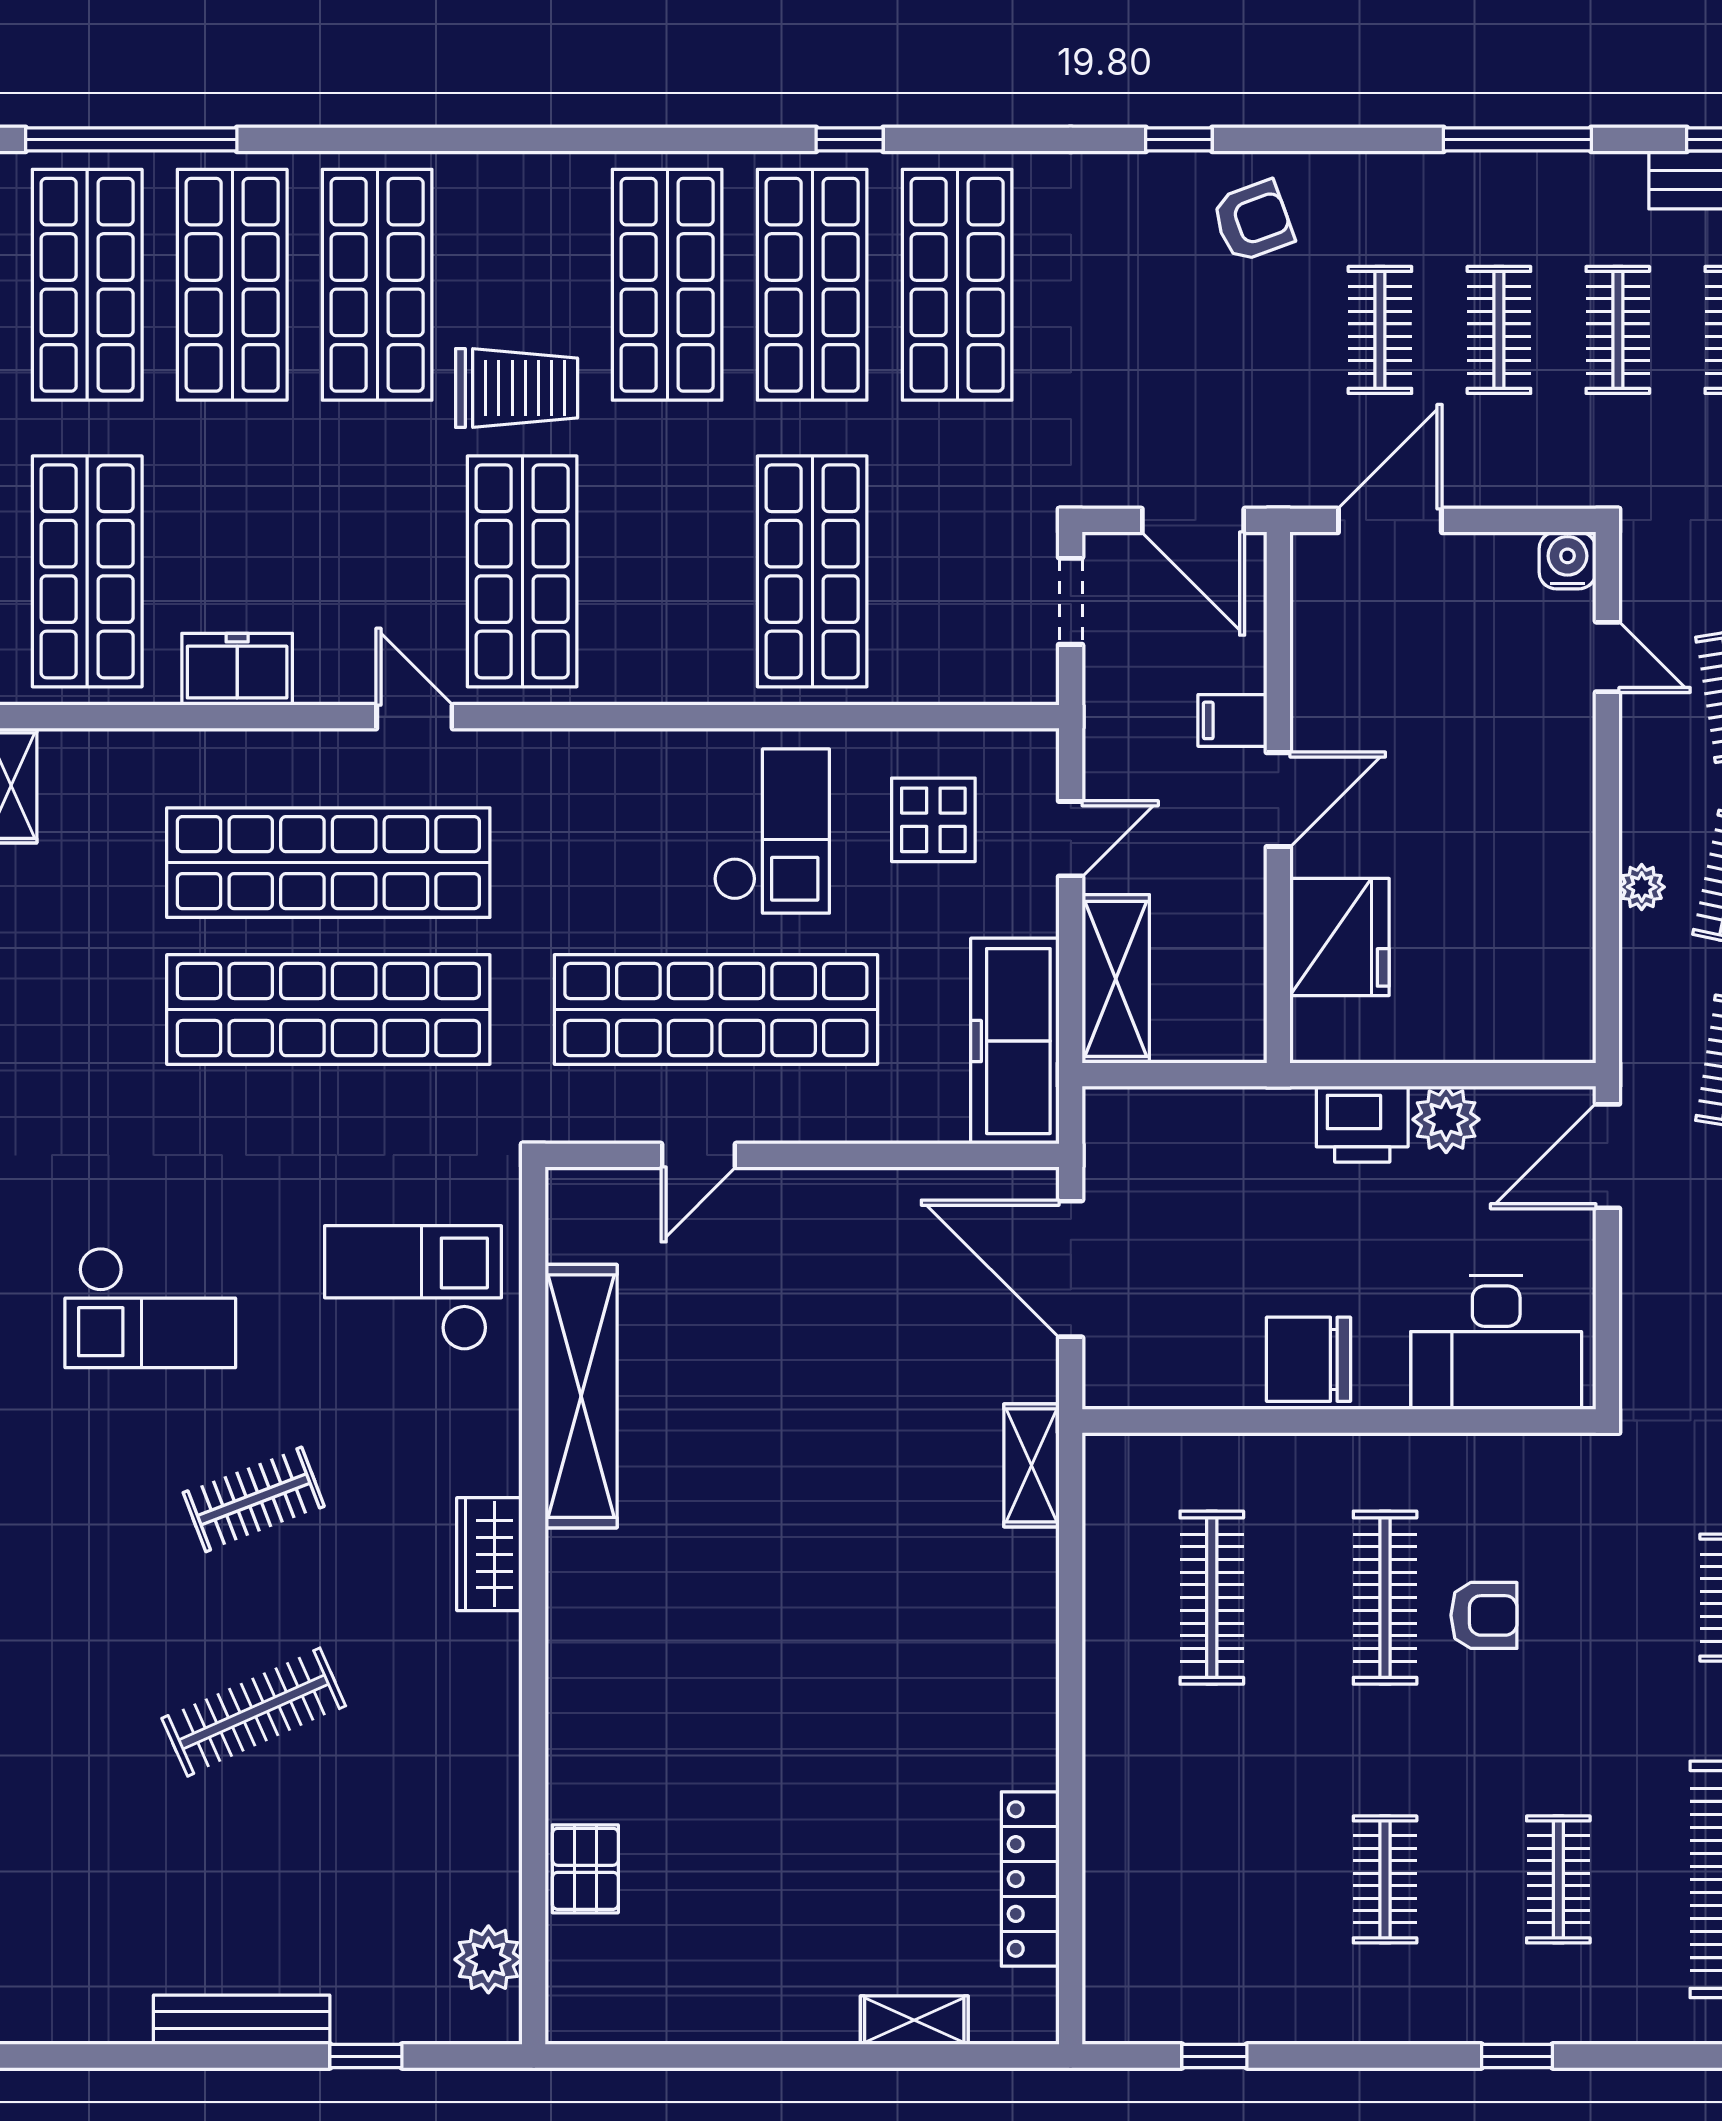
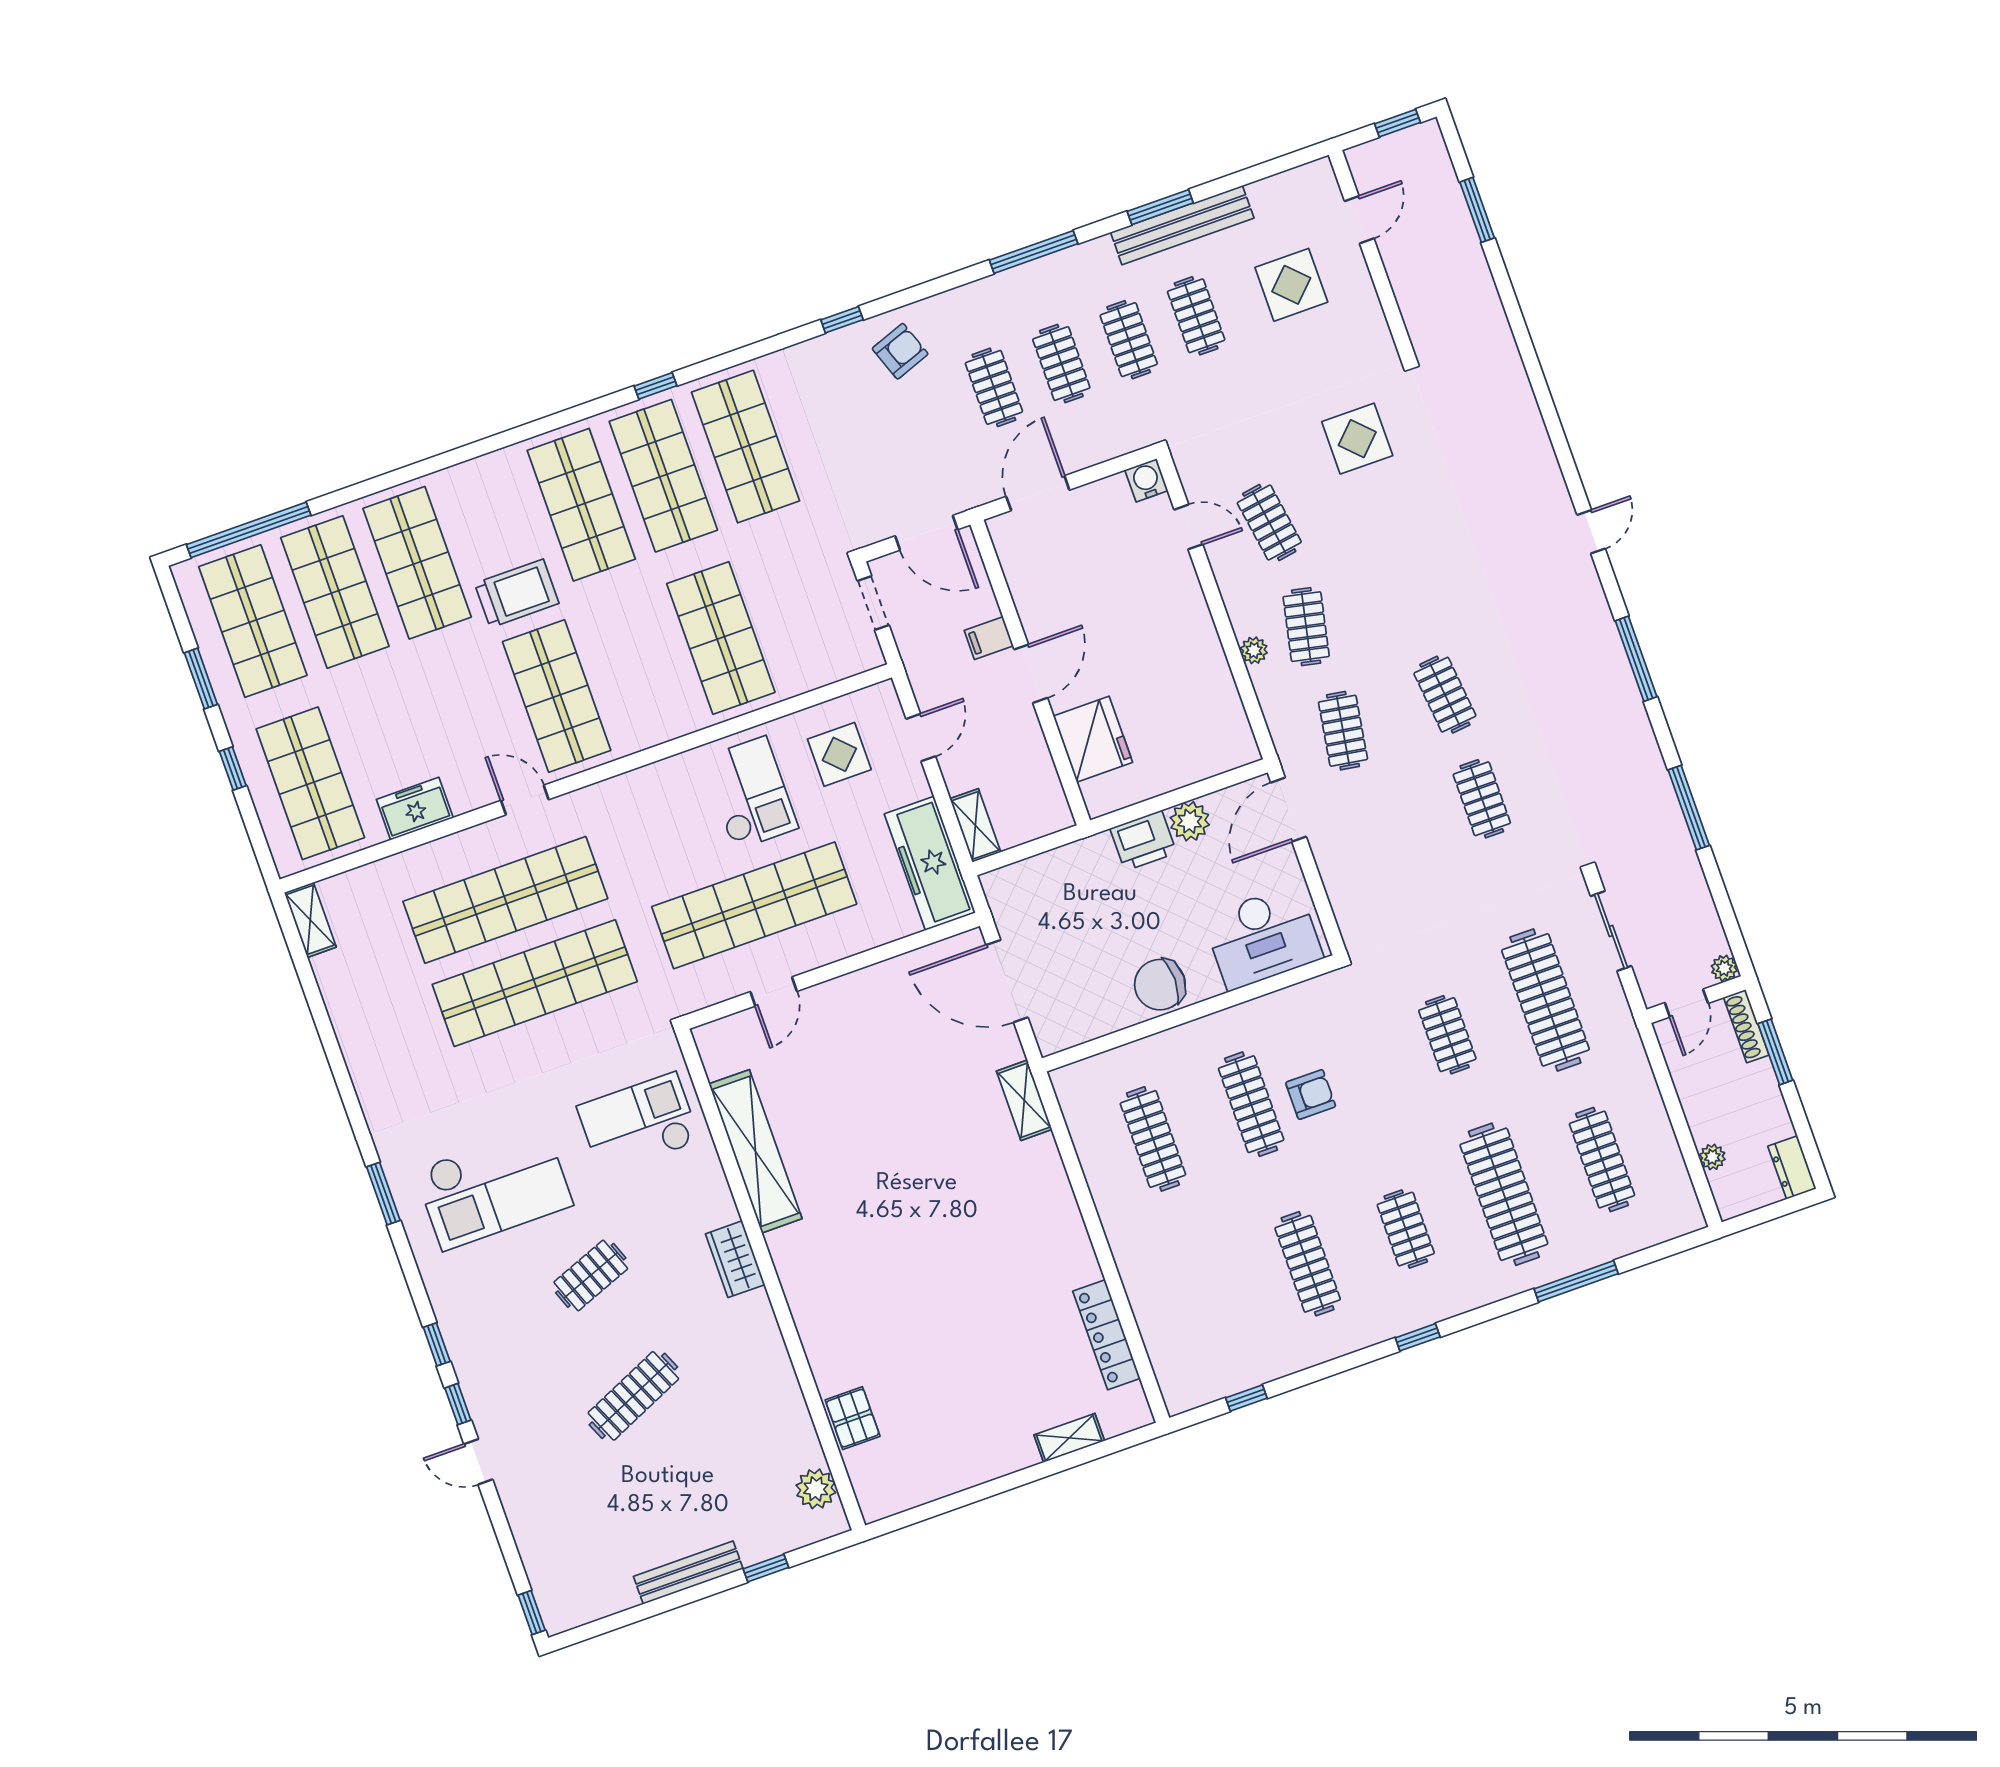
shelving: (1116, 979) -> (975, 825), width x0.67, depth x0.75
checkout: (150, 1308) -> (494, 1188), width x1.36, depth x1.21
clothes rail: (1385, 1879) -> (1308, 1264), width x1.36

